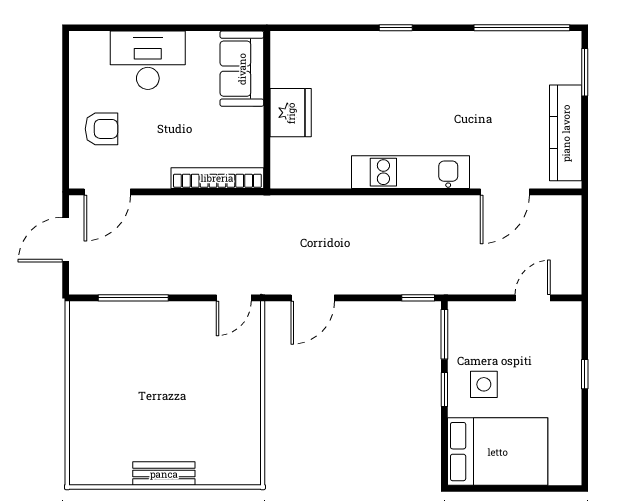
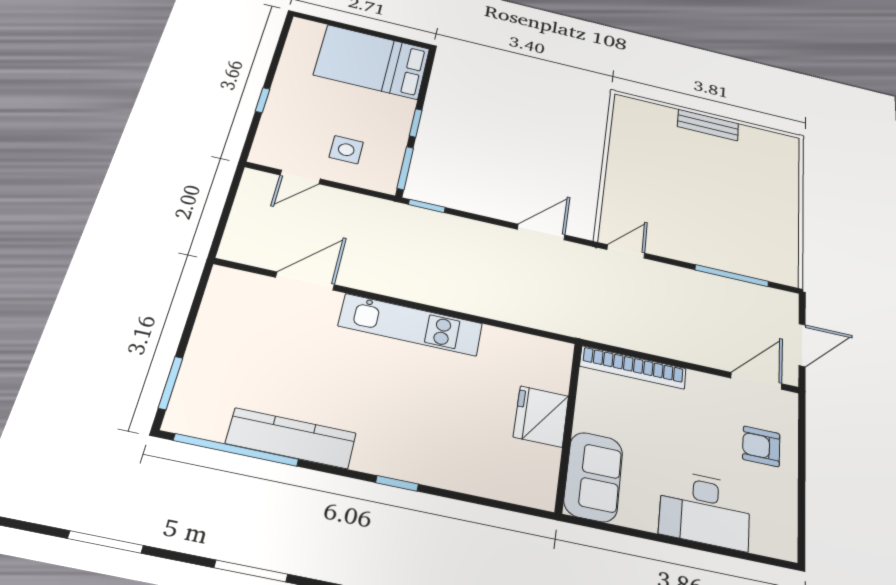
kitchen counter: (566, 133) -> (291, 438), moved, turned -90
side table: (484, 384) -> (346, 150), moved

